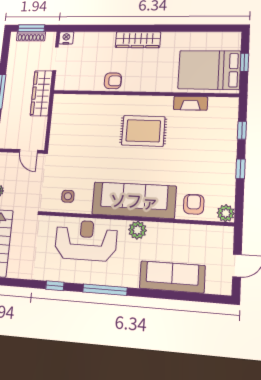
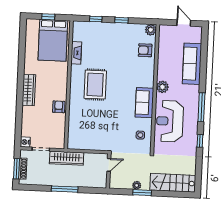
sofa: (134, 200) -> (144, 103), width x0.54, depth x0.79

